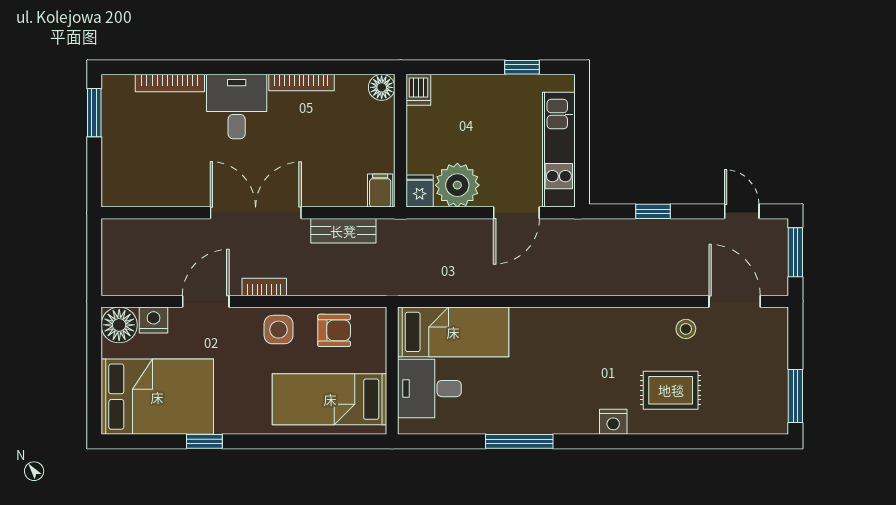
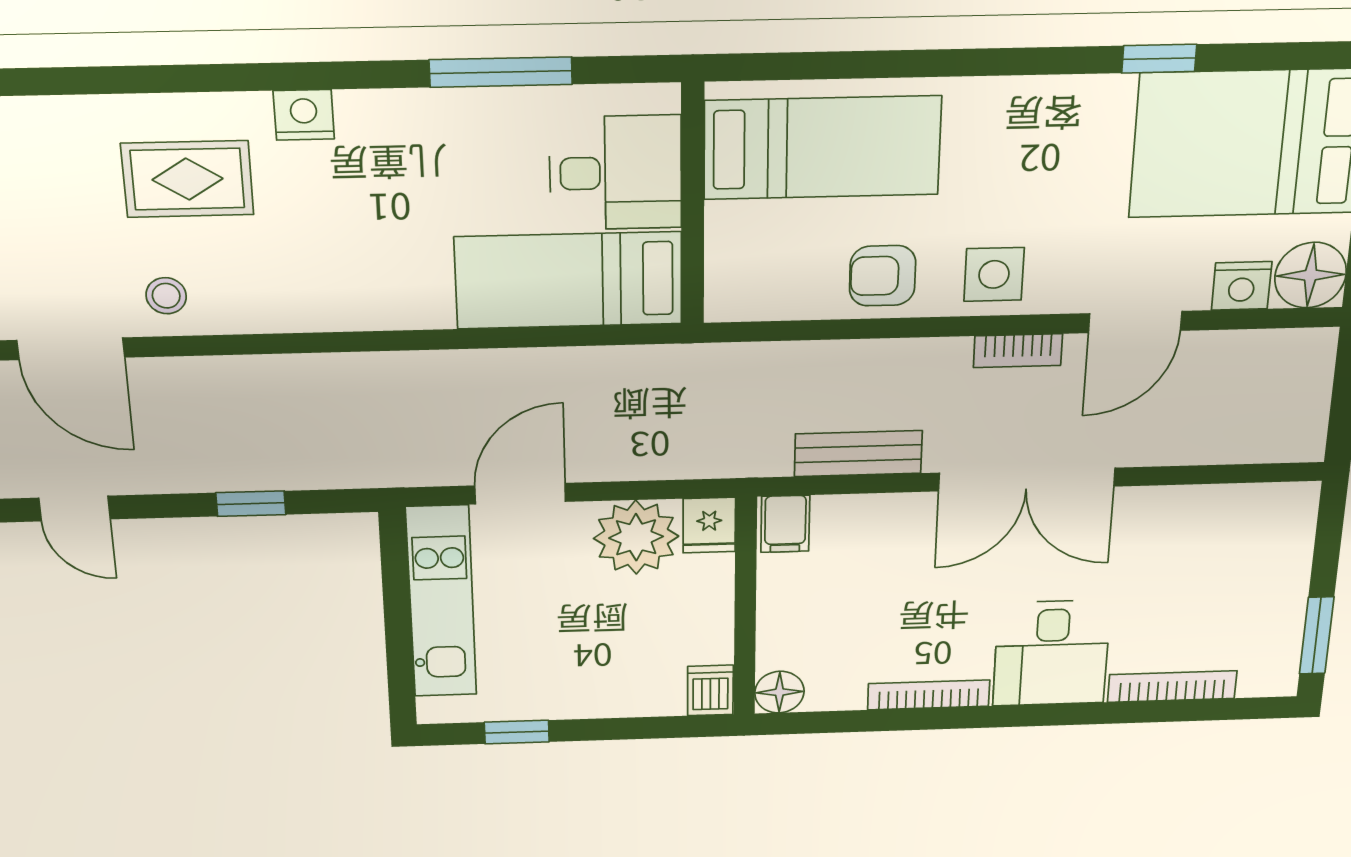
bed: (453, 332) -> (569, 280), moved
wall: (392, 371) -> (693, 205), moved
desk: (429, 389) -> (616, 173), moved
bed: (330, 399) -> (822, 148), moved

